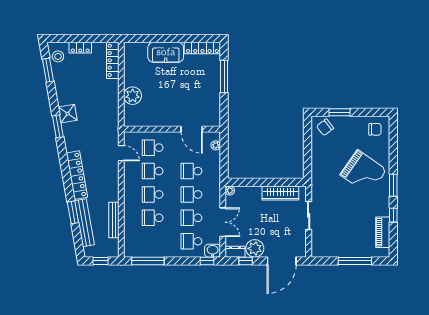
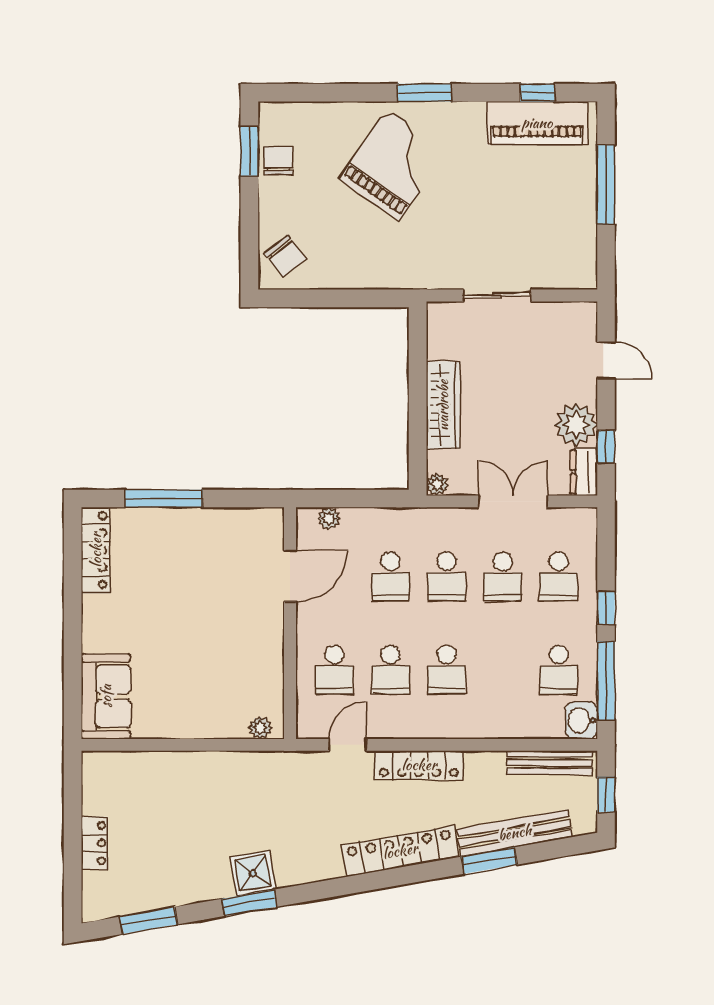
sofa: (166, 52) -> (106, 696), moved
stool: (58, 56) -> (116, 896), removed
locker: (113, 60) -> (419, 765), moved
plant: (133, 96) -> (260, 728), moved, width x0.53, depth x0.53
window: (340, 112) -> (249, 151), moved
window: (58, 126) -> (249, 903), moved
chair: (375, 129) -> (278, 161), moved
wardrobe: (280, 193) -> (443, 405), moved
window: (393, 215) -> (537, 93), moved
school desk: (153, 218) -> (559, 670), moved
bench: (114, 220) -> (549, 763), moved
piano: (383, 232) -> (537, 123), width x1.37, depth x1.33
washbasin: (213, 251) -> (581, 720), moved
window: (207, 261) -> (606, 608), moved
door: (282, 261) -> (606, 360), width x0.53

